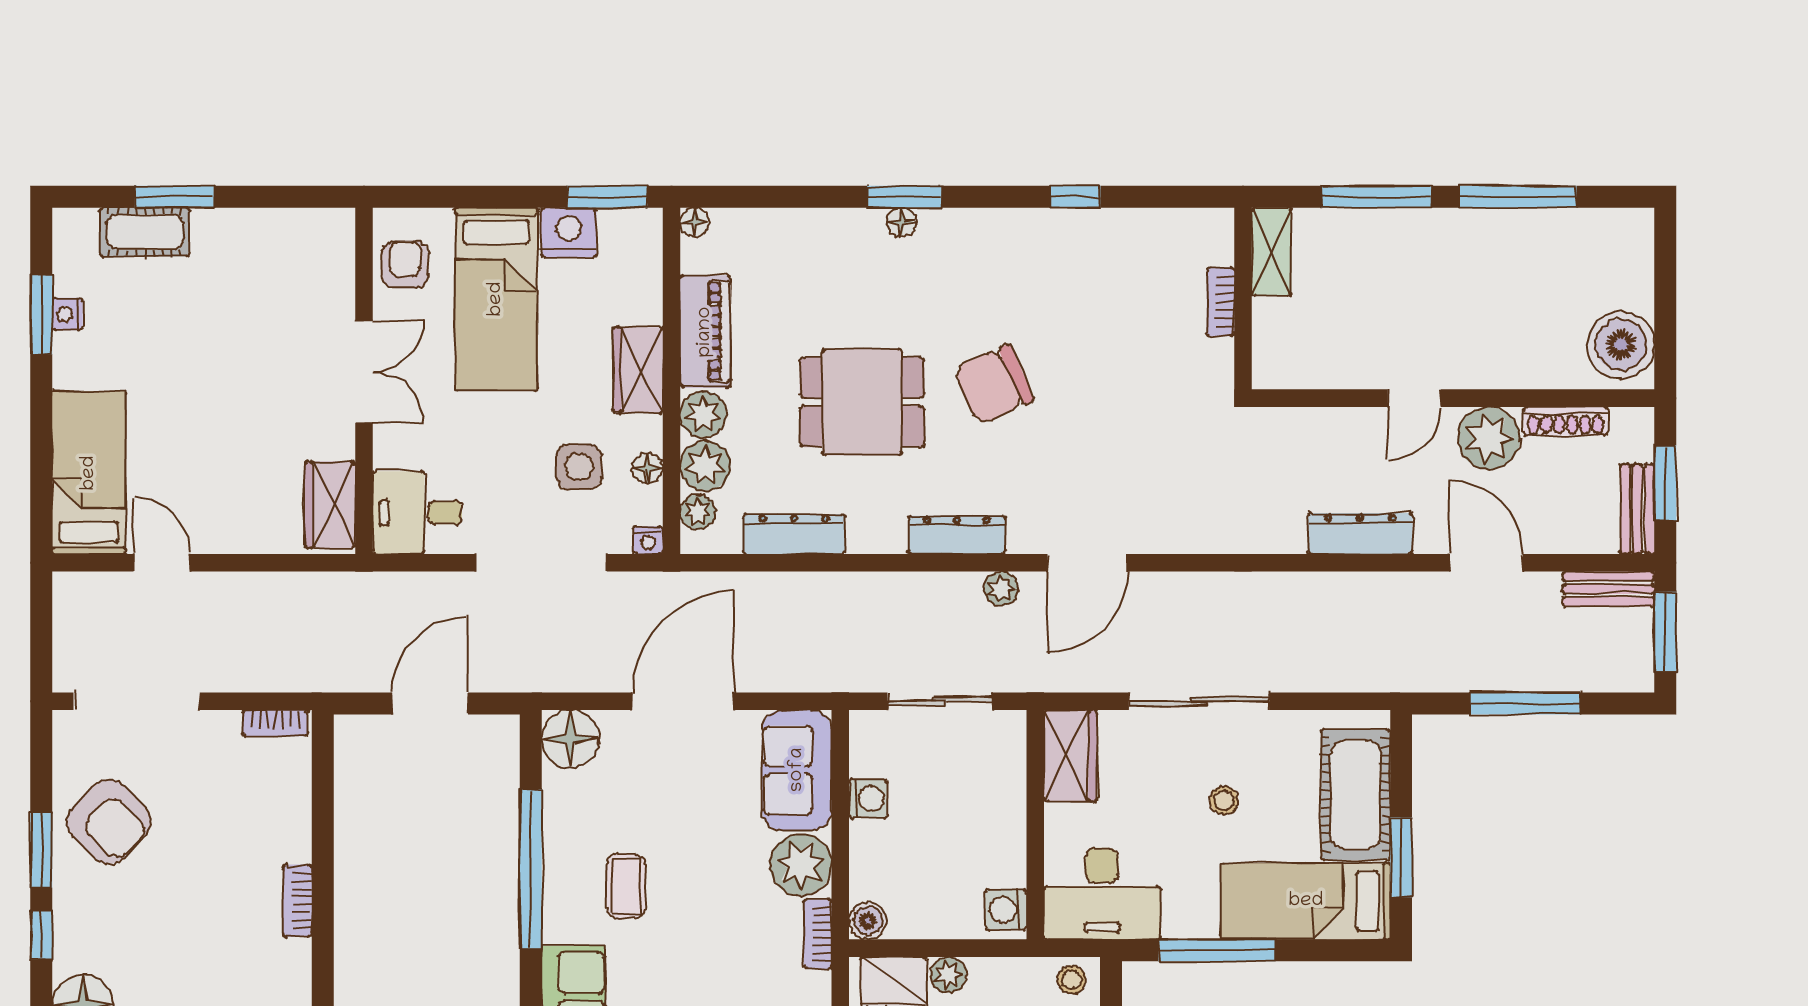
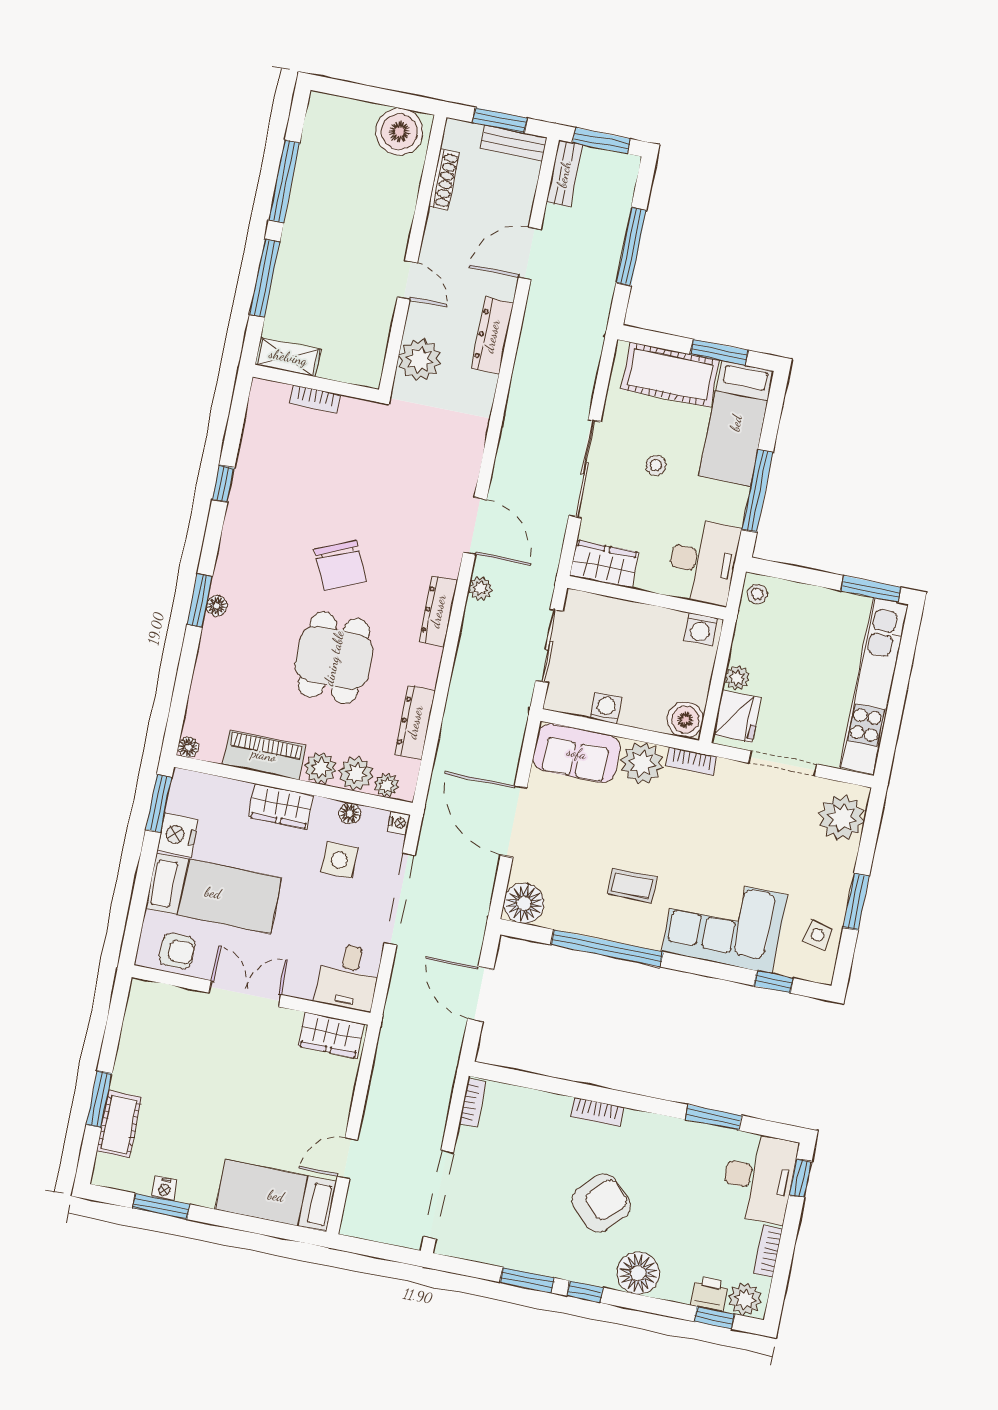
armchair: (405, 265) -> (177, 951), turned 180
plant: (1489, 438) -> (420, 360), moved
armchair: (109, 822) -> (601, 1203), moved
boiler: (868, 921) -> (685, 720), width x1.36, depth x1.36

